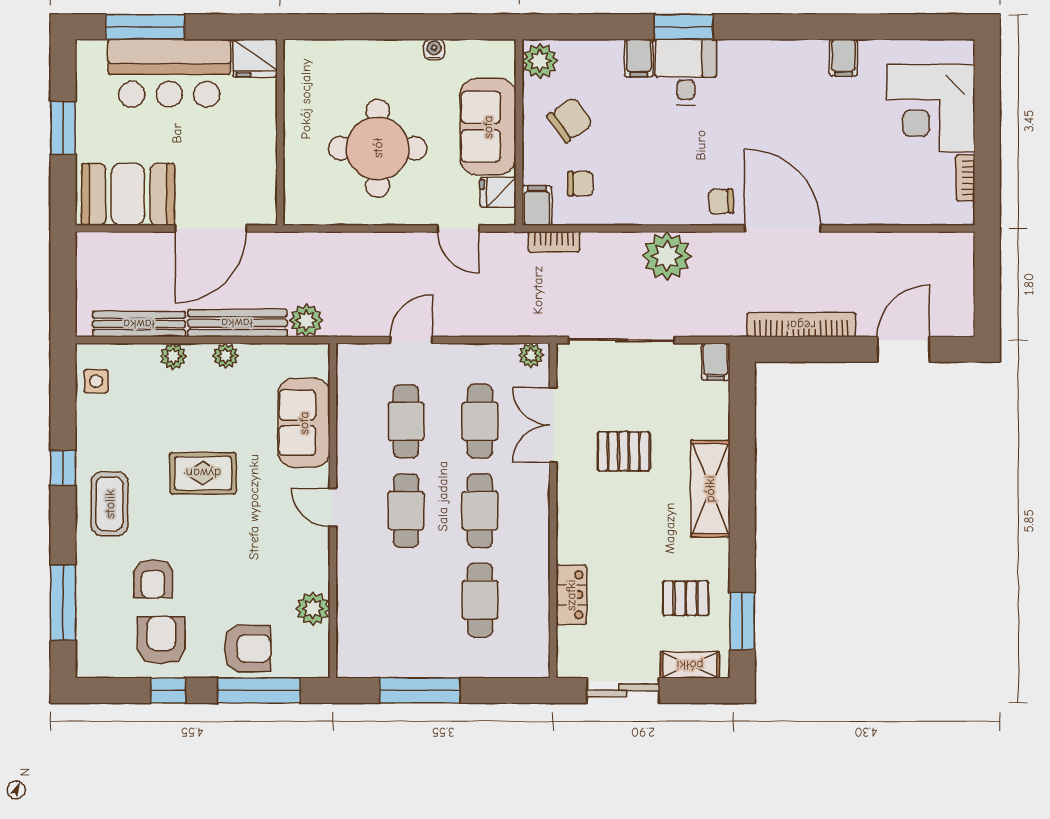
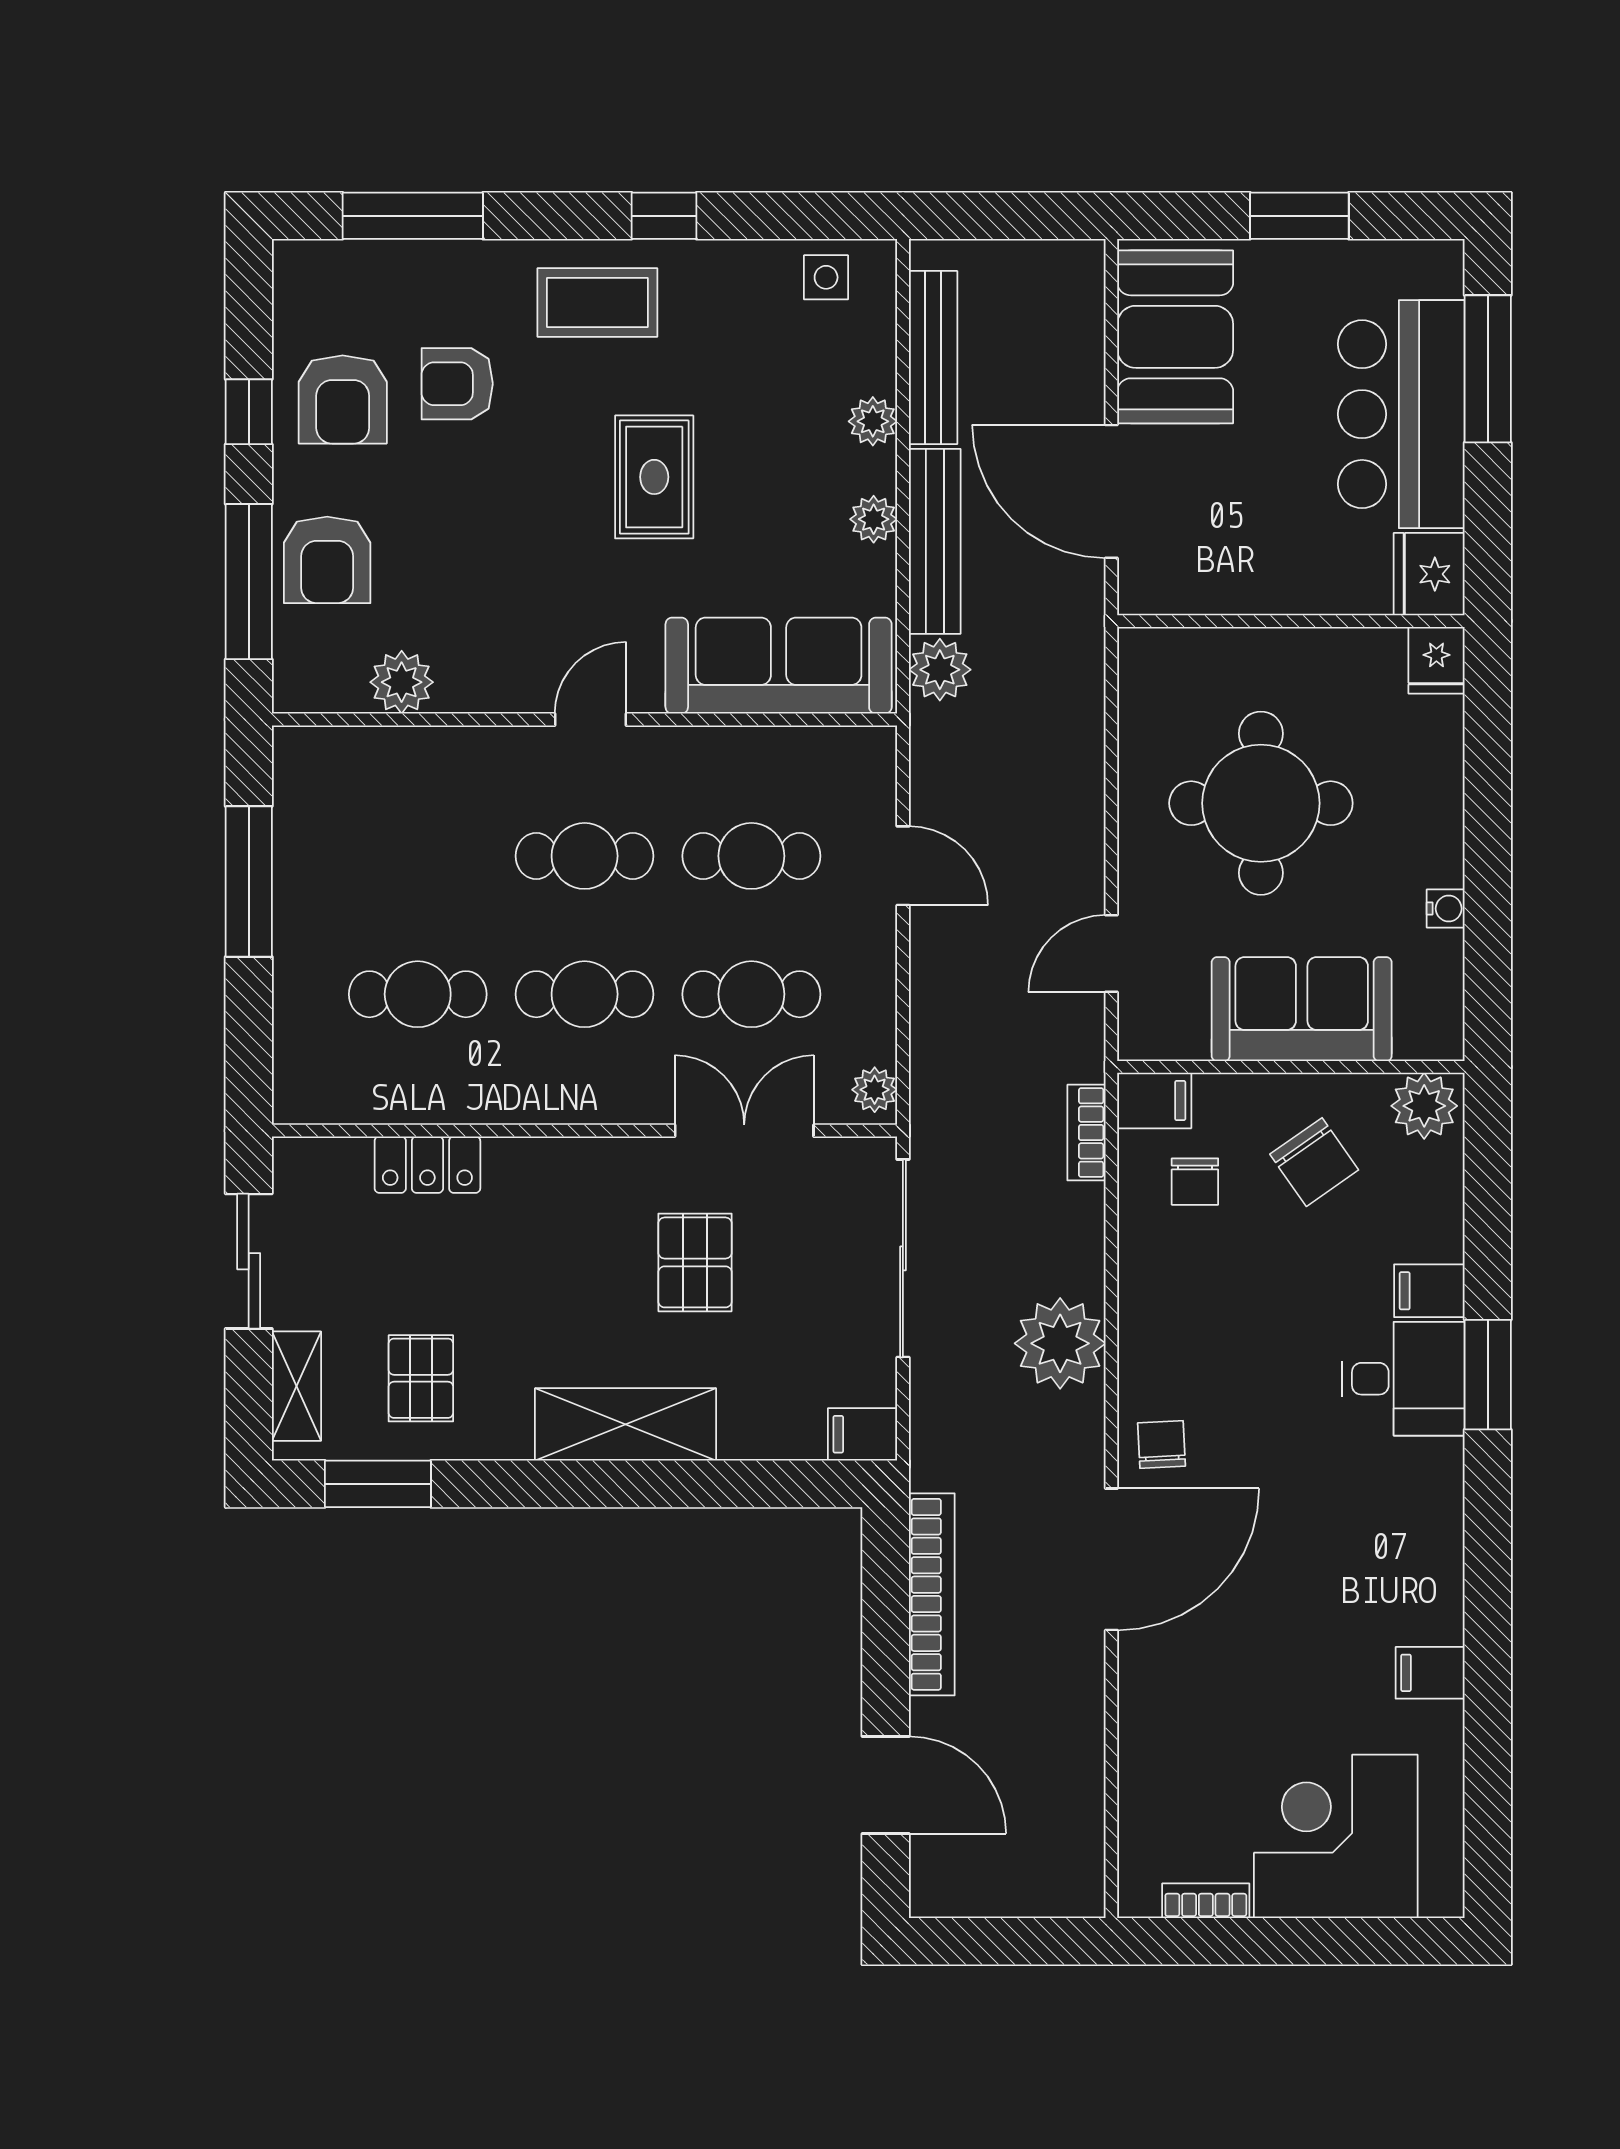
fridge: (498, 192) -> (1436, 660), moved, turned 180
sofa: (304, 423) -> (779, 666), width x1.36
armchair: (161, 640) -> (343, 399), turned 90

